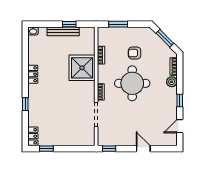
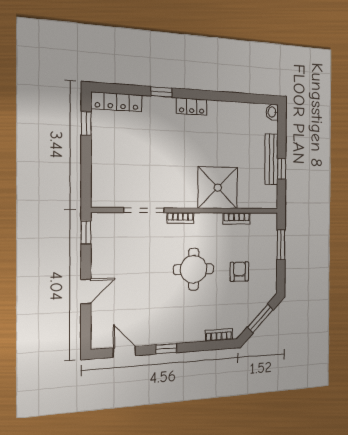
locker: (33, 74) -> (192, 107), moved
plant: (172, 82) -> (196, 333), removed
round table: (132, 83) -> (194, 269), width x0.73, depth x0.73
locker: (33, 136) -> (117, 102), width x1.53

